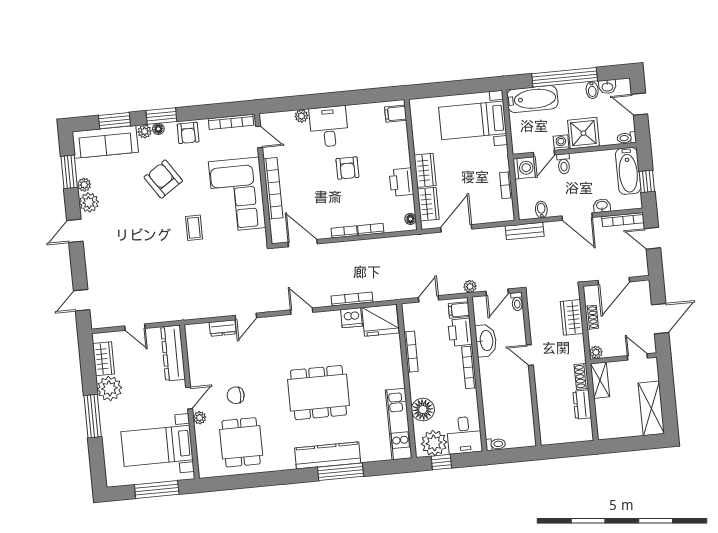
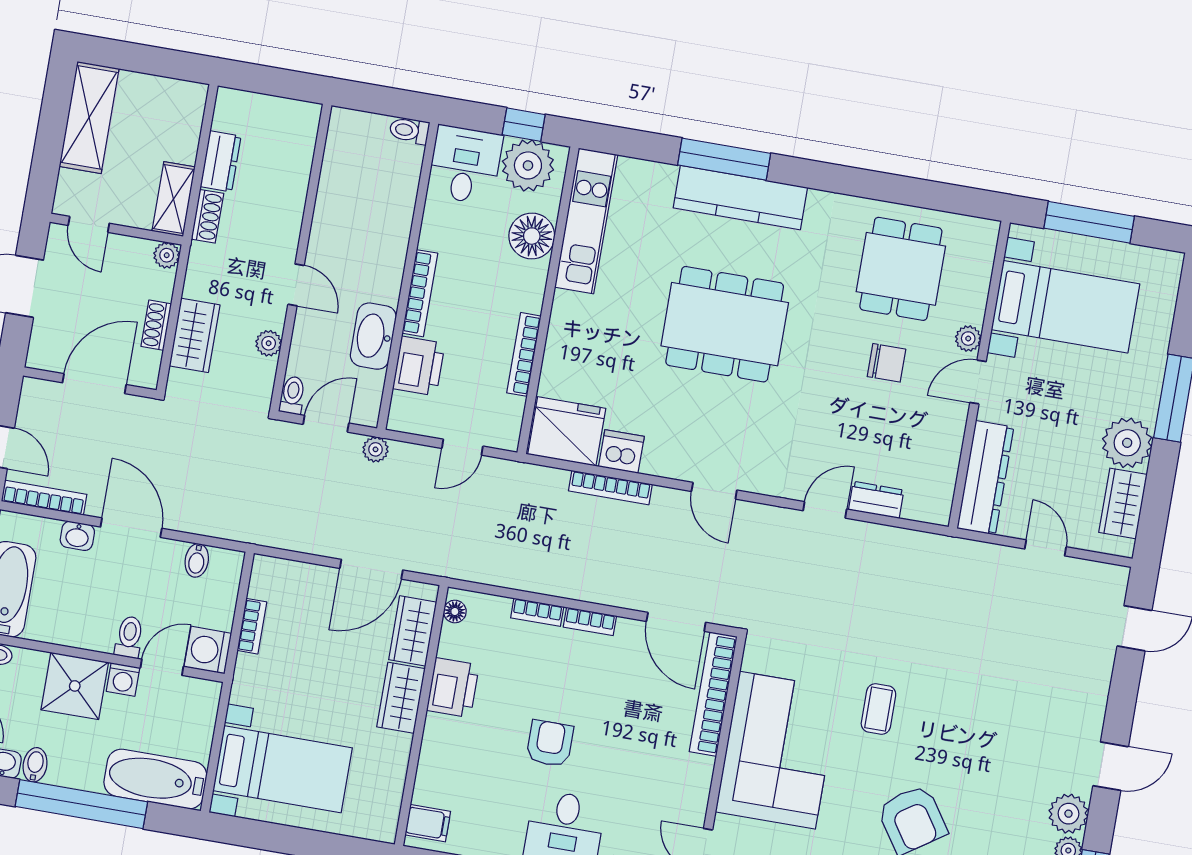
bookcase: (273, 188) -> (713, 694), moved
bench: (525, 231) -> (240, 528), removed
filing cabinet: (459, 310) -> (409, 410), removed
plant: (535, 323) -> (269, 343), added

